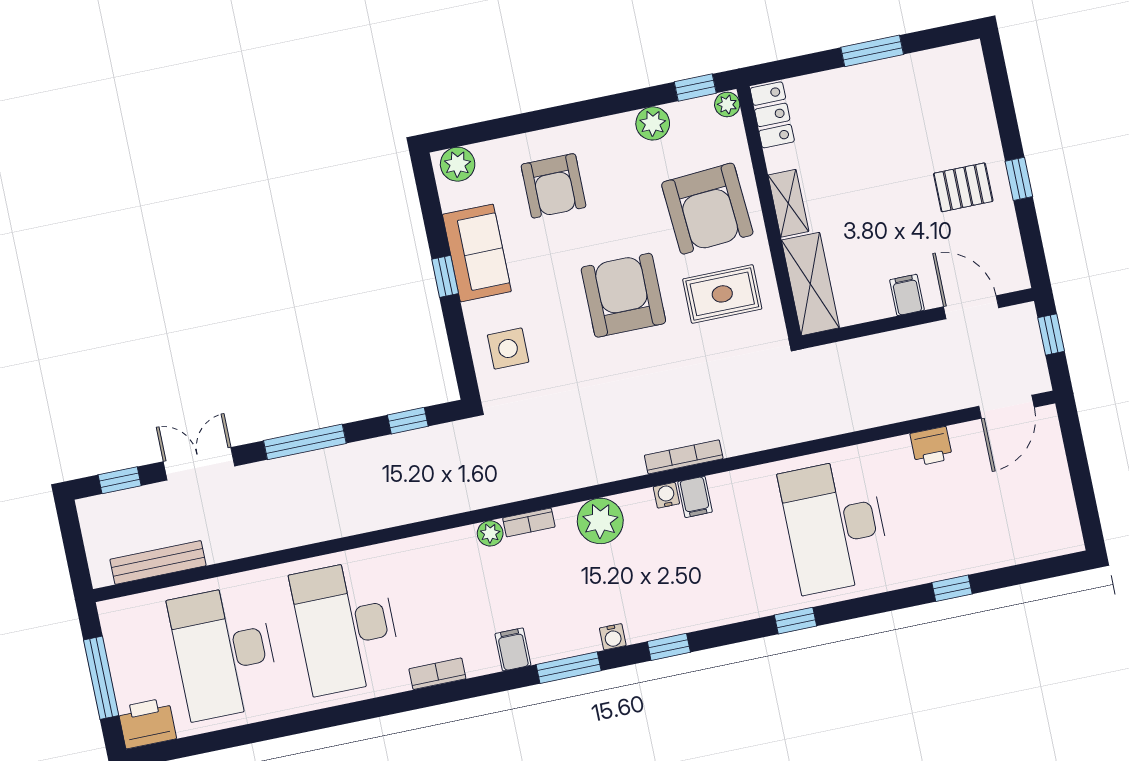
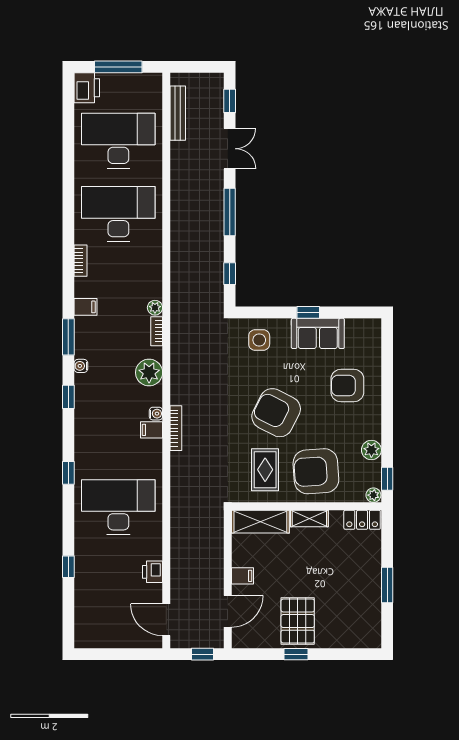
plant: (458, 164) -> (371, 333), removed
pallet: (963, 187) -> (298, 621), width x1.50, depth x1.42
armchair: (623, 295) -> (276, 413), turned -153

